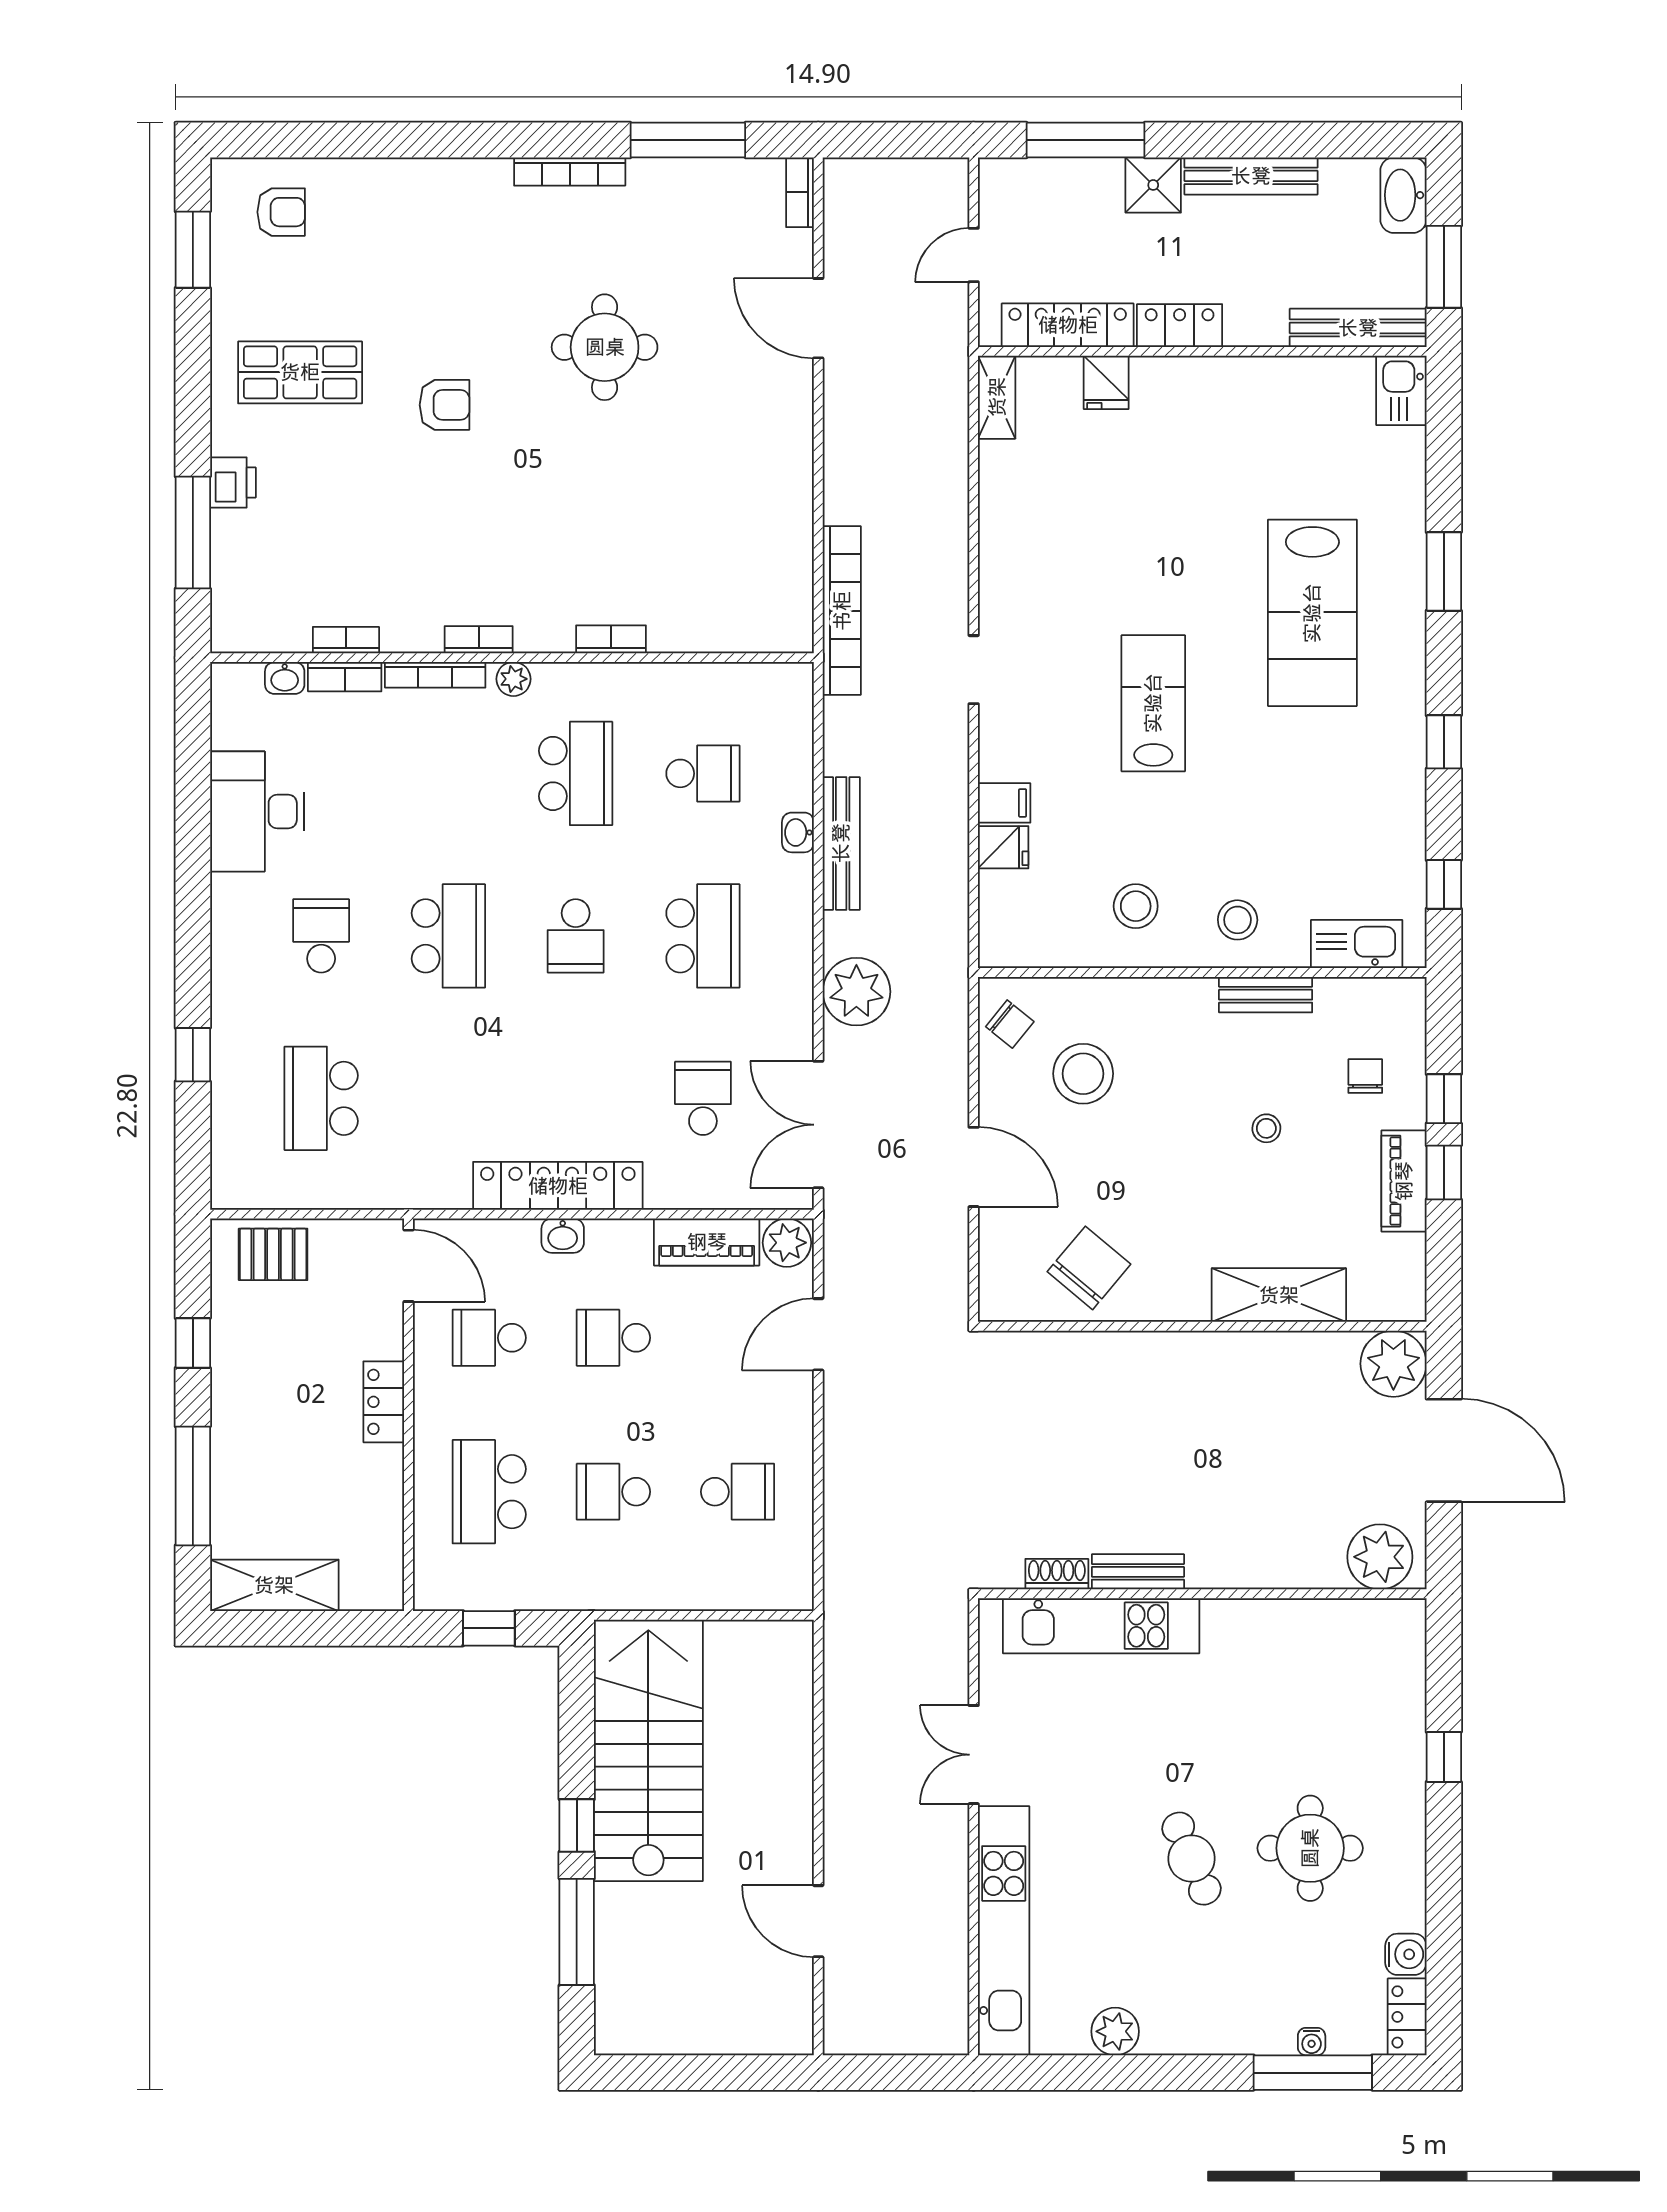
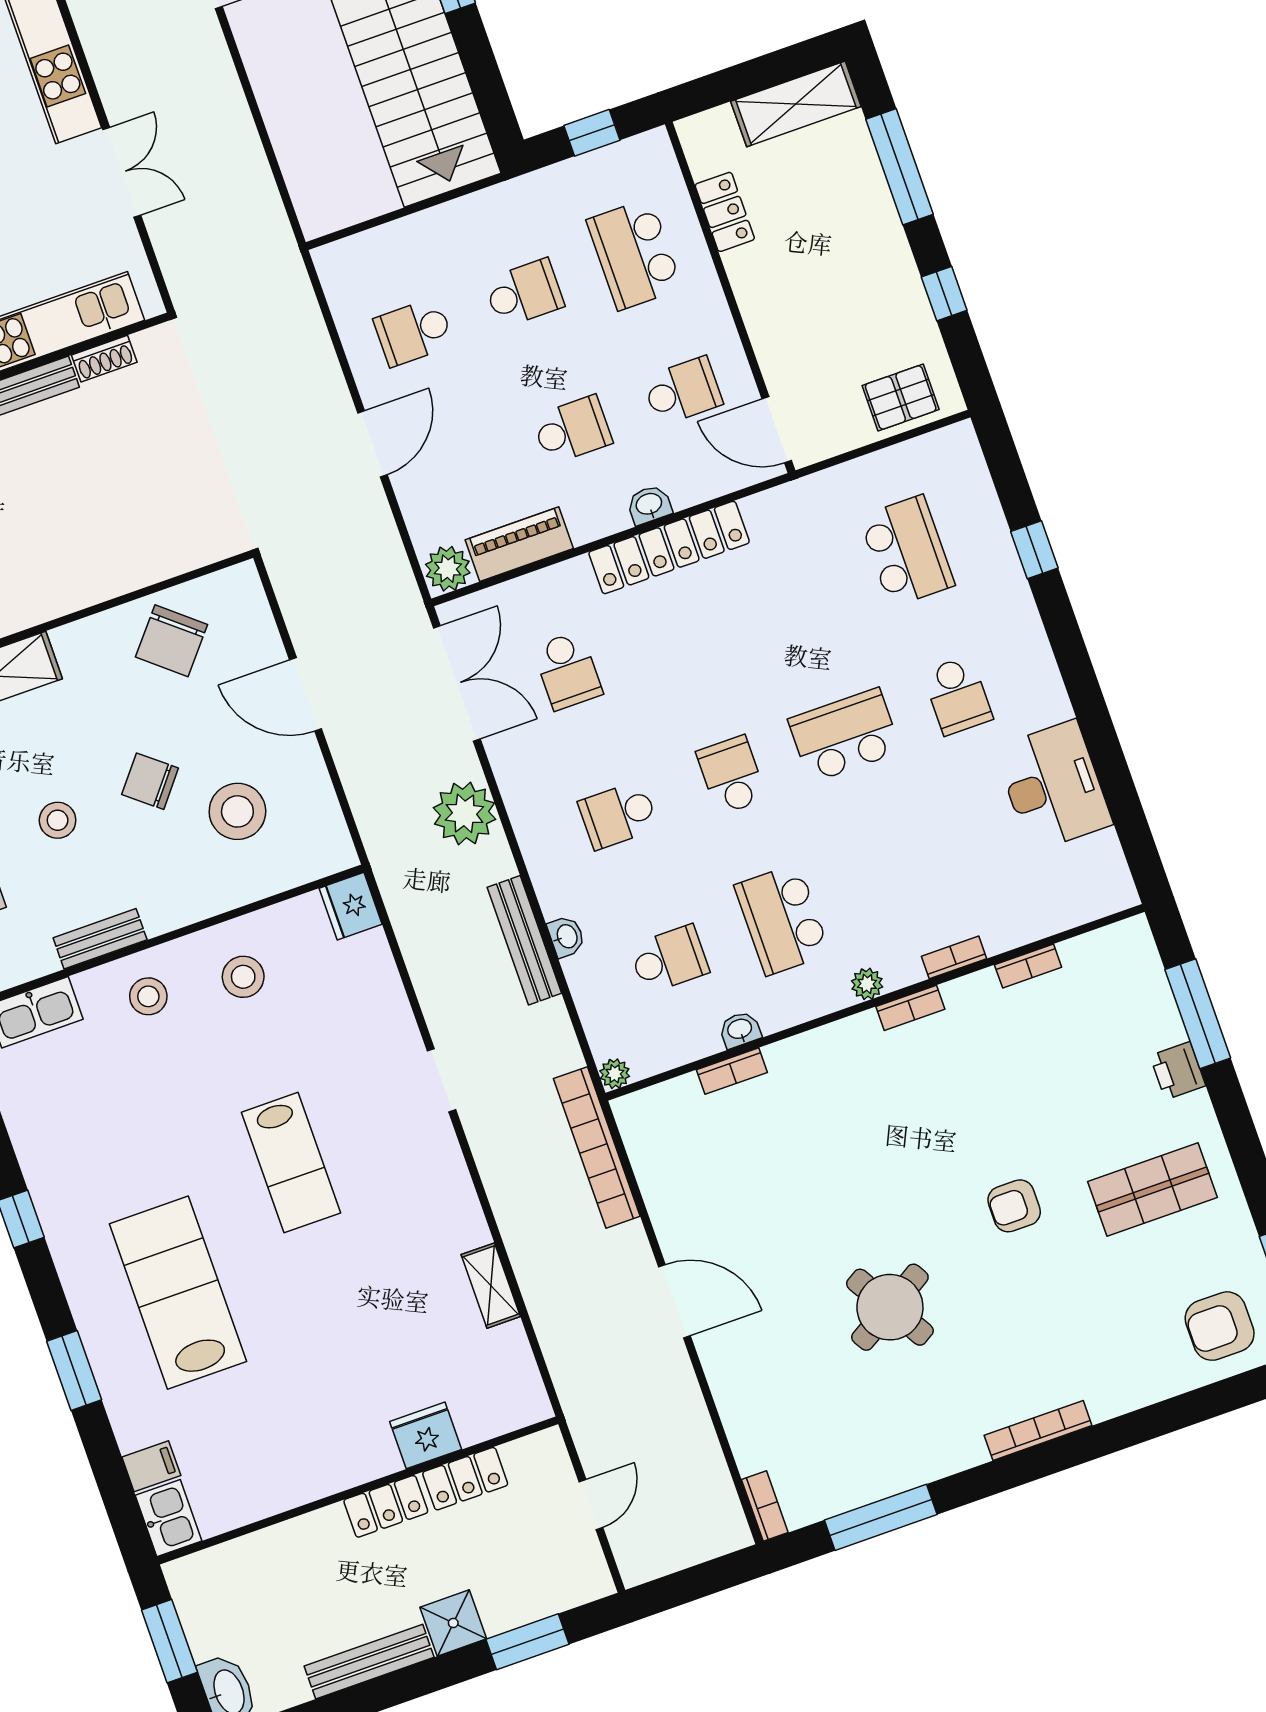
window: (1086, 140) -> (527, 1642), width x0.69
bookcase: (570, 171) -> (1038, 1430), moved
armchair: (281, 212) -> (1220, 1326), width x1.38, depth x1.38
door: (818, 318) -> (674, 1301), moved
locker: (1068, 325) -> (465, 1479), width x0.66
bench: (1358, 328) -> (226, 1560), removed
round table: (605, 347) -> (890, 1307), turned -31
fridge: (1106, 382) -> (426, 1435), width x1.38
shelving: (997, 397) -> (491, 1286), moved
bookcase: (611, 639) -> (732, 1071), moved
doorway: (974, 670) -> (441, 1080), moved
bookcase: (435, 675) -> (954, 957), width x0.64
bookcase: (345, 677) -> (1018, 933), removed
washbasin: (285, 678) -> (740, 1030), moved
plant: (798, 678) -> (615, 1074), added
school desk: (703, 773) -> (669, 959), turned 180
filing cabinet: (1004, 803) -> (151, 1466), moved, turned 180
fridge: (1003, 847) -> (351, 906), moved, width x1.38
school desk: (448, 936) -> (845, 735), turned 90
school desk: (703, 936) -> (618, 815), width x0.54
chair: (1010, 1024) -> (150, 781), moved, width x1.37, depth x1.37
stool: (1266, 1128) -> (58, 820), width x1.37, depth x1.37
door: (818, 1334) -> (372, 444), moved
locker: (384, 1402) -> (725, 212), moved
school desk: (489, 1492) -> (634, 254), turned 180

